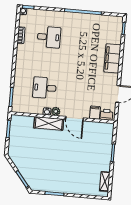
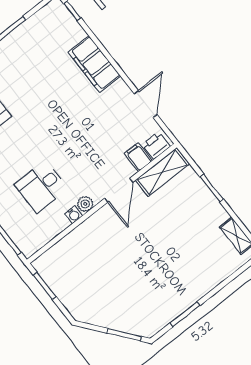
door: (74, 119) -> (119, 190), hinge flipped
shelving: (49, 123) -> (162, 172), moved

